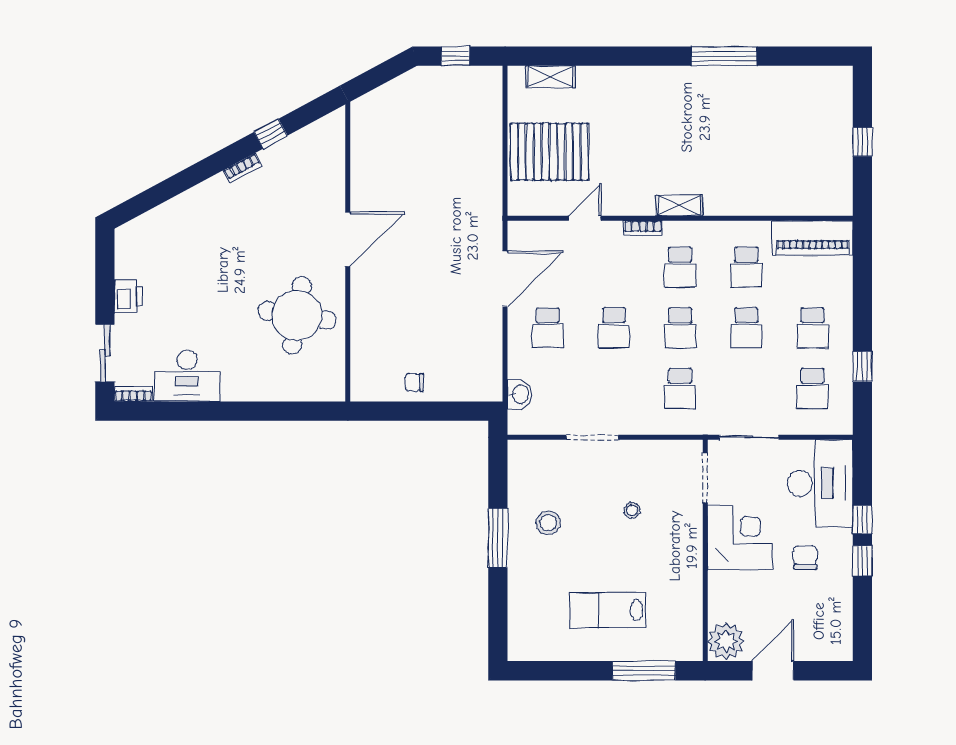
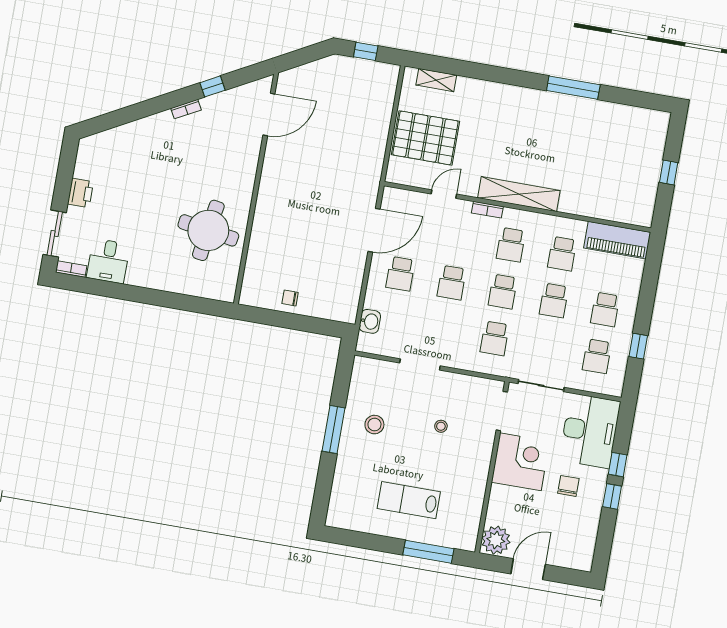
shelving: (679, 205) -> (519, 194), width x2.20, depth x1.33
door: (348, 239) -> (269, 115), moved
desk: (187, 376) -> (108, 261), width x0.73

